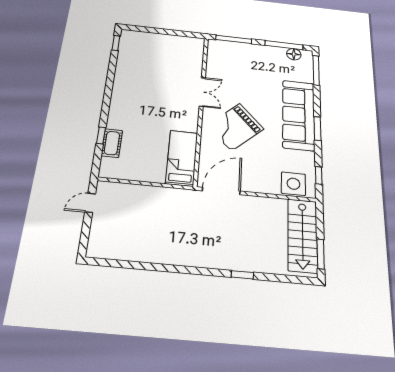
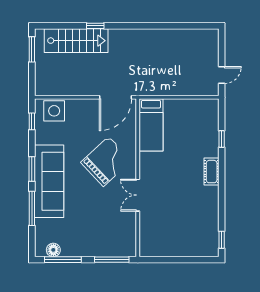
window: (316, 70) -> (32, 208), moved
cot: (112, 143) -> (212, 172), moved
stairs: (303, 235) -> (76, 41), moved, turned 90

